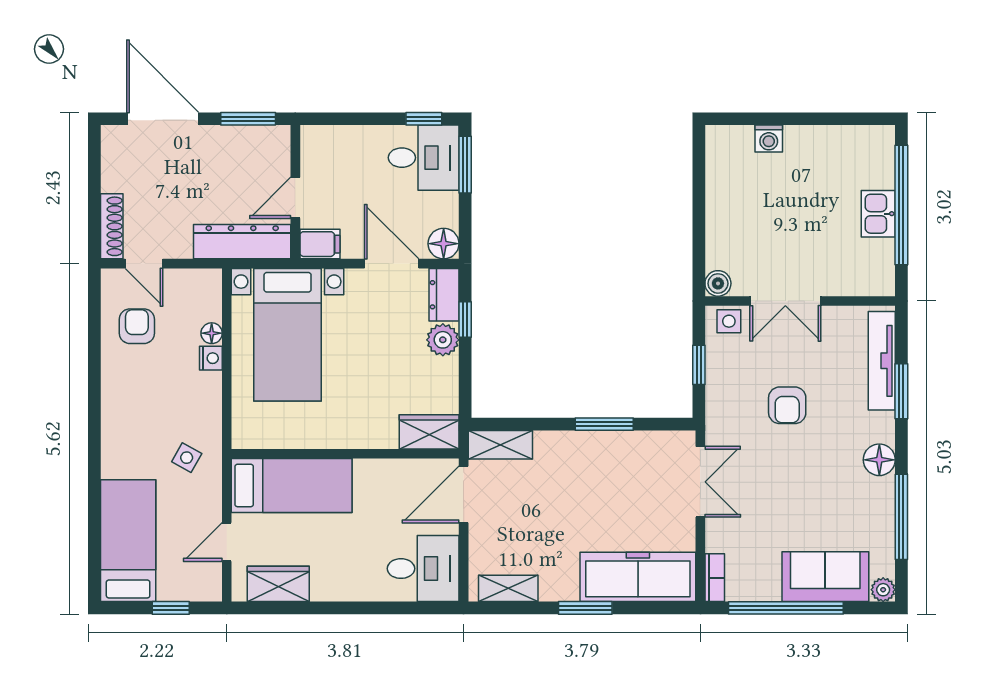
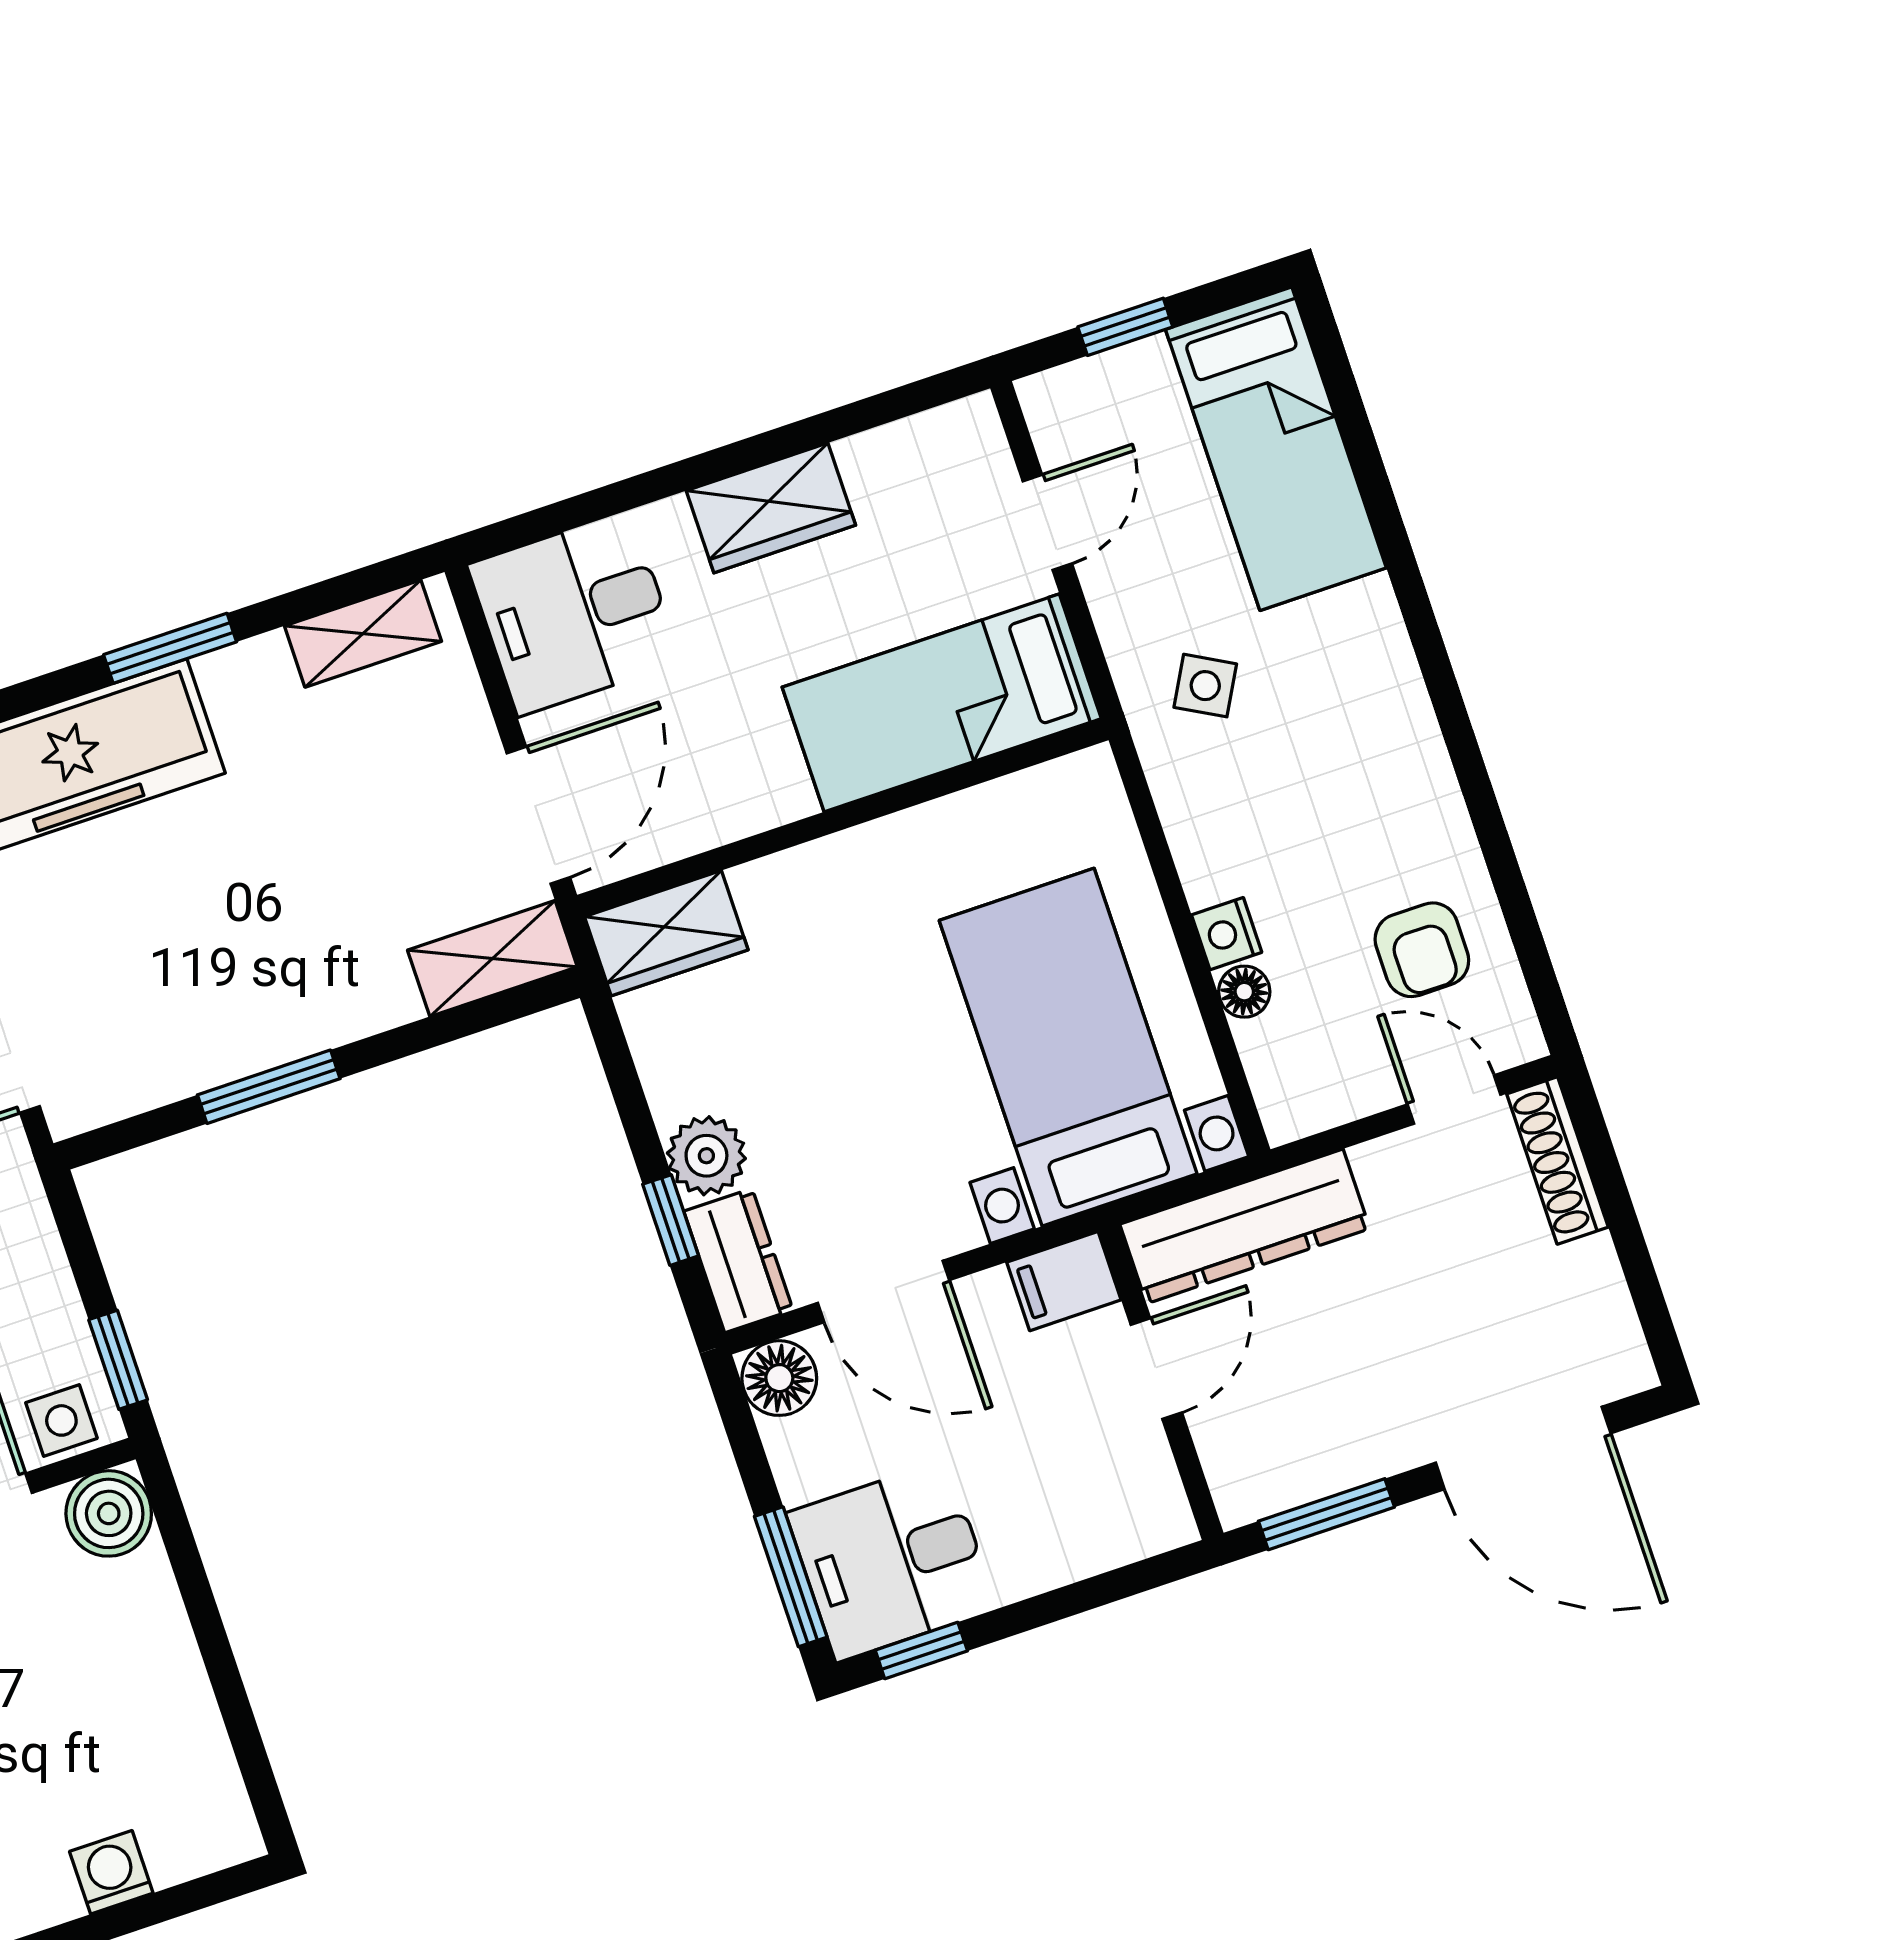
boiler: (718, 283) -> (109, 1513), width x1.36, depth x1.36
window: (699, 365) -> (118, 1360), moved
wardrobe: (278, 584) -> (771, 508), moved

